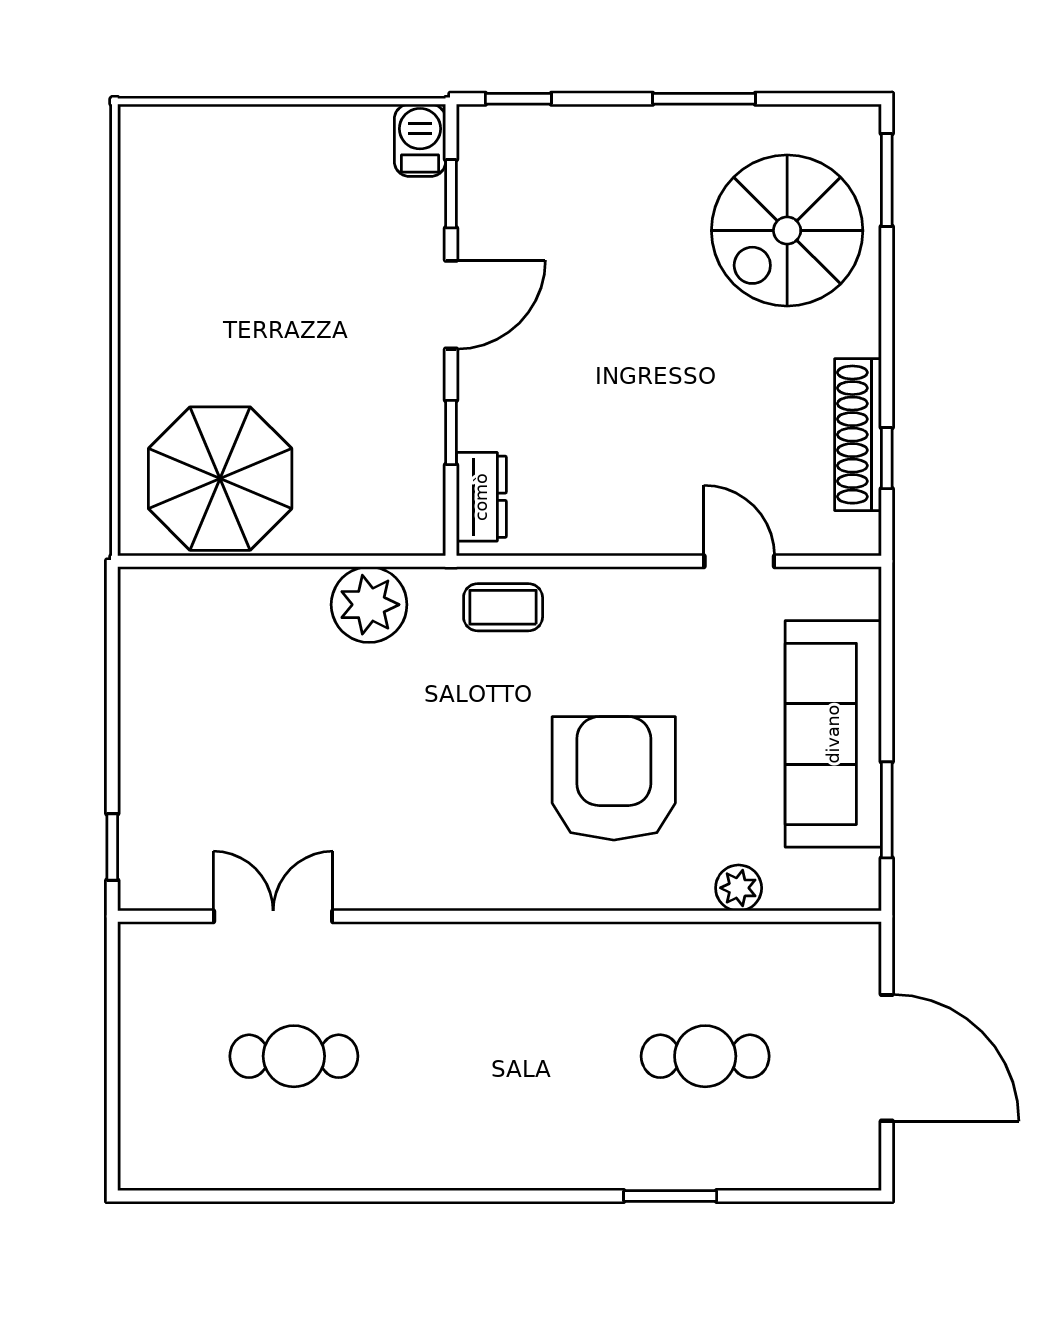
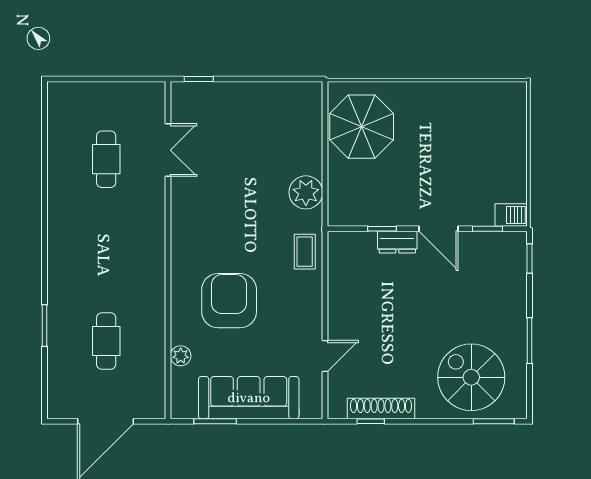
dresser: (481, 497) -> (397, 242), moved
armchair: (614, 778) -> (229, 301), turned -90

